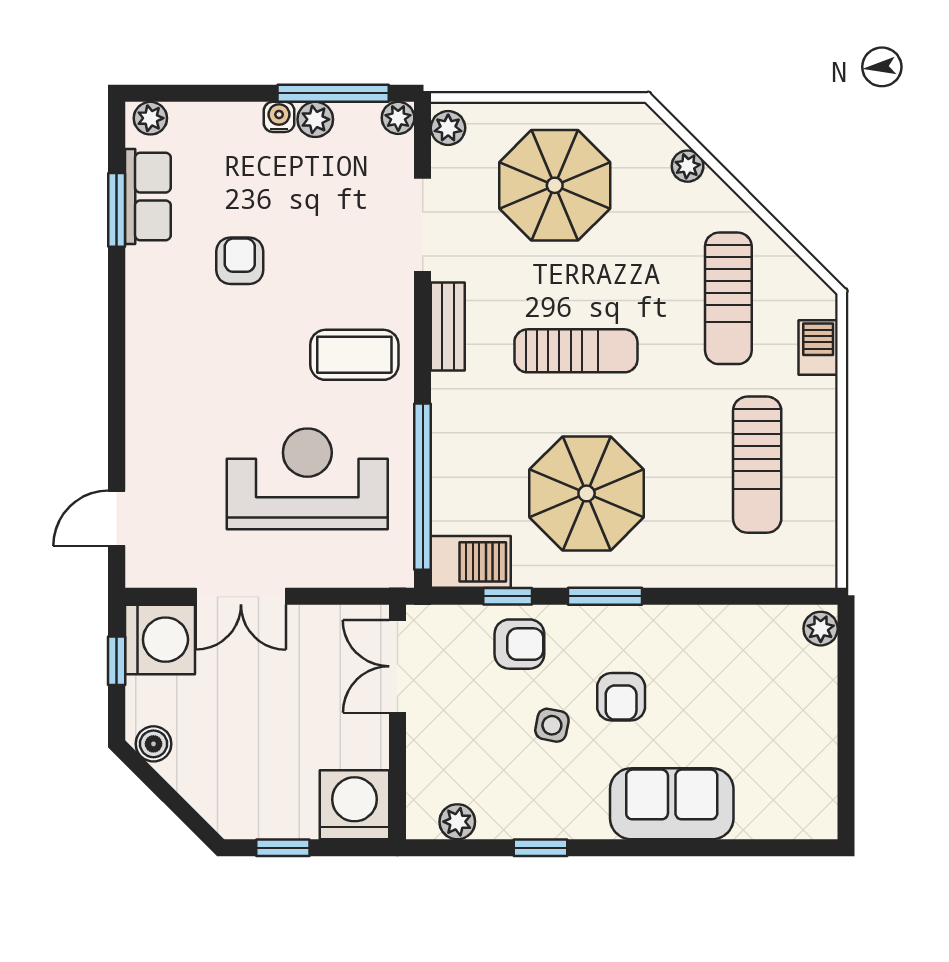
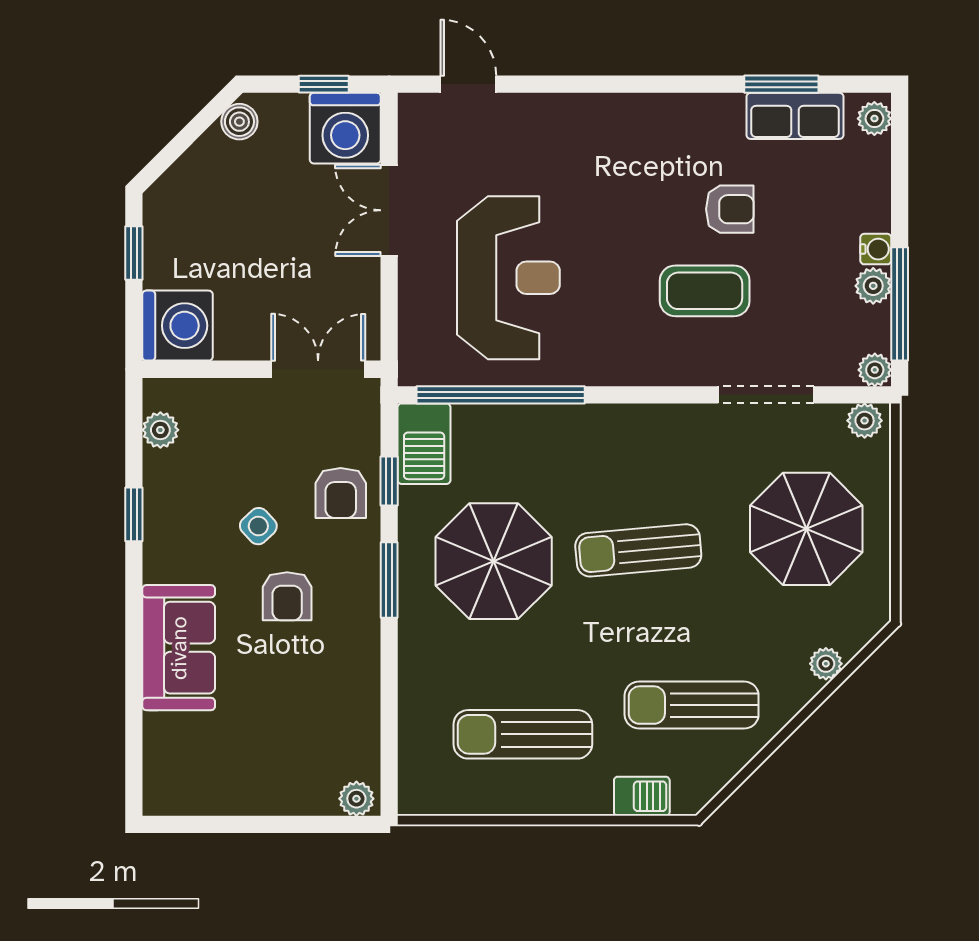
bench: (448, 326) -> (663, 420), removed
sun lounger: (576, 351) -> (638, 550), turned 85
coffee table: (354, 355) -> (705, 291), moved, turned 90
armchair: (621, 697) -> (287, 596), turned -90
side table: (552, 725) -> (258, 526), turned 36

